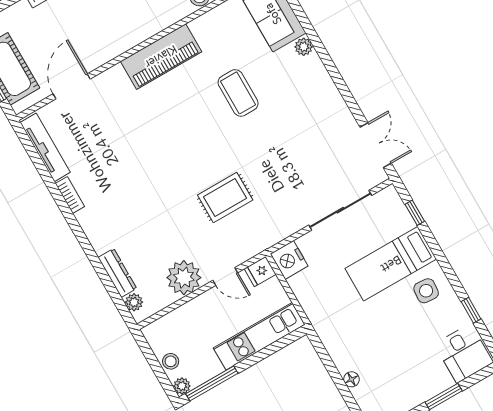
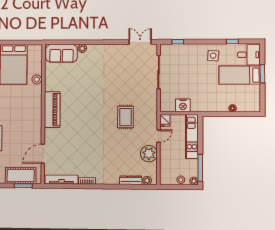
door: (72, 86) -> (43, 154), hinge flipped
coffee table: (238, 93) -> (85, 87), removed
nightstand: (289, 260) -> (183, 105), moved
bed: (391, 264) -> (240, 75), moved, turned 90

